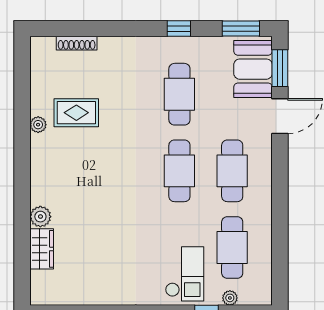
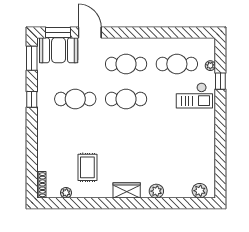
shoe rack: (77, 43) -> (41, 185), moved
plant: (38, 125) -> (66, 193), moved
wardrobe: (42, 249) -> (127, 190), moved
checkout: (185, 274) -> (194, 96), turned 180
plant: (41, 282) -> (200, 191), added

